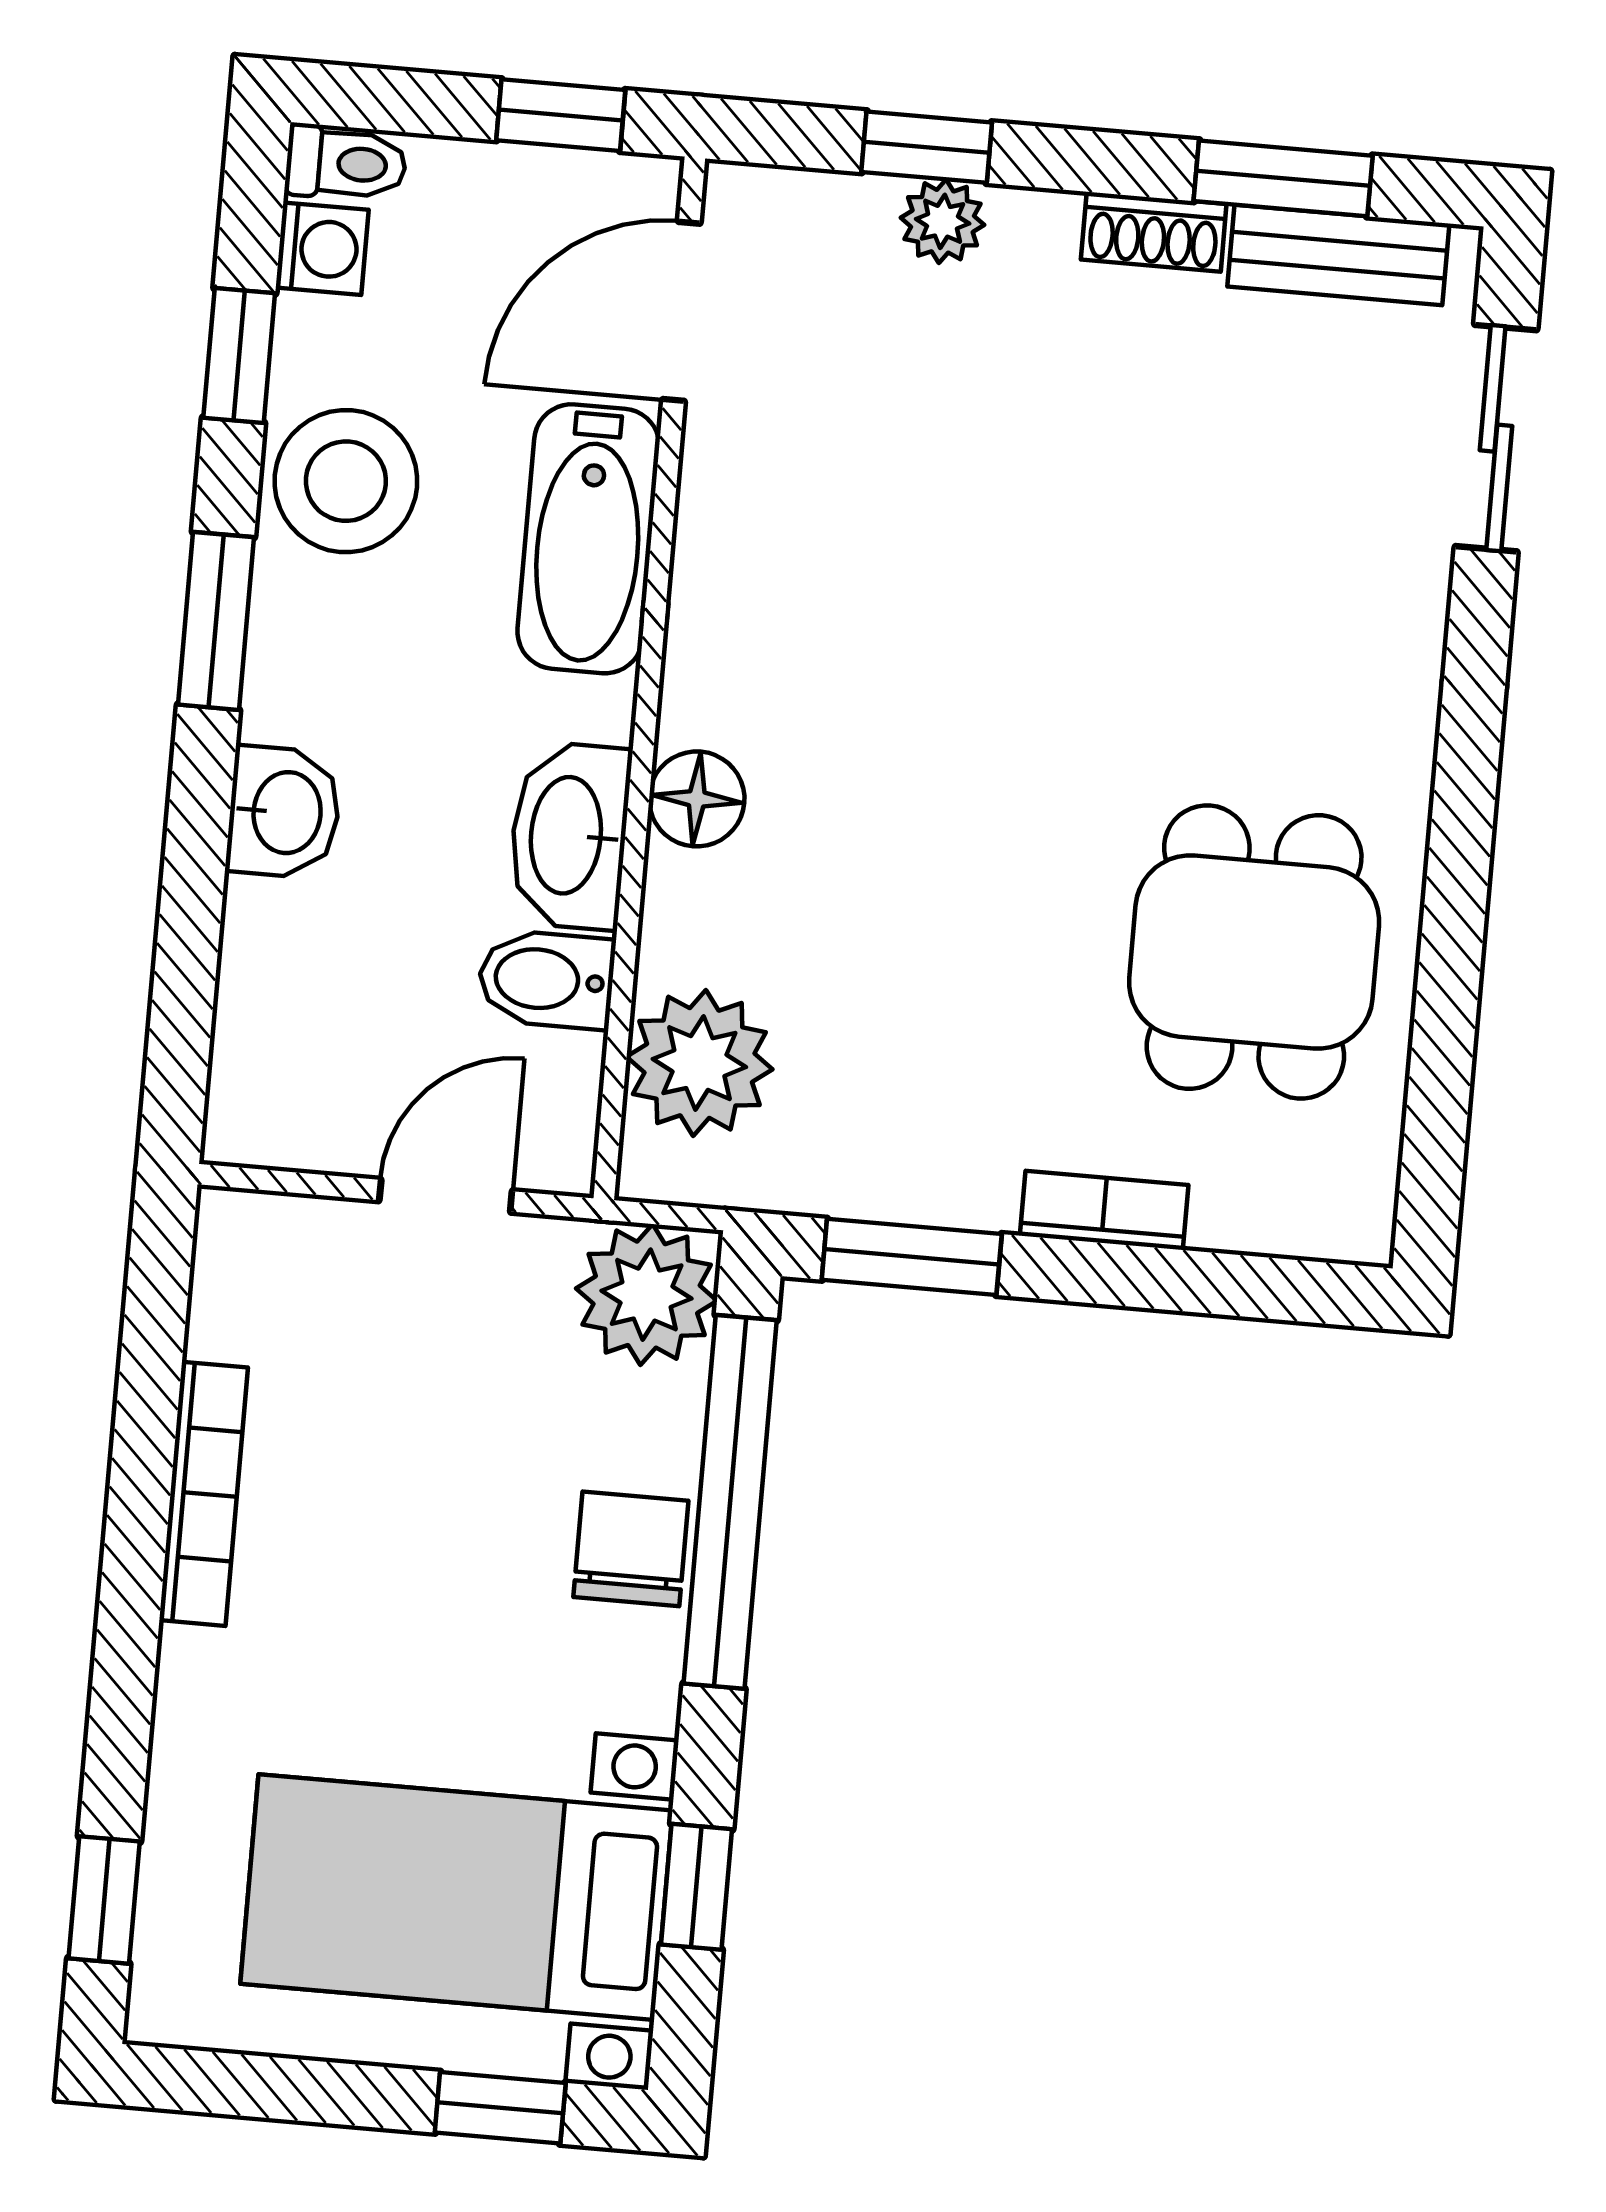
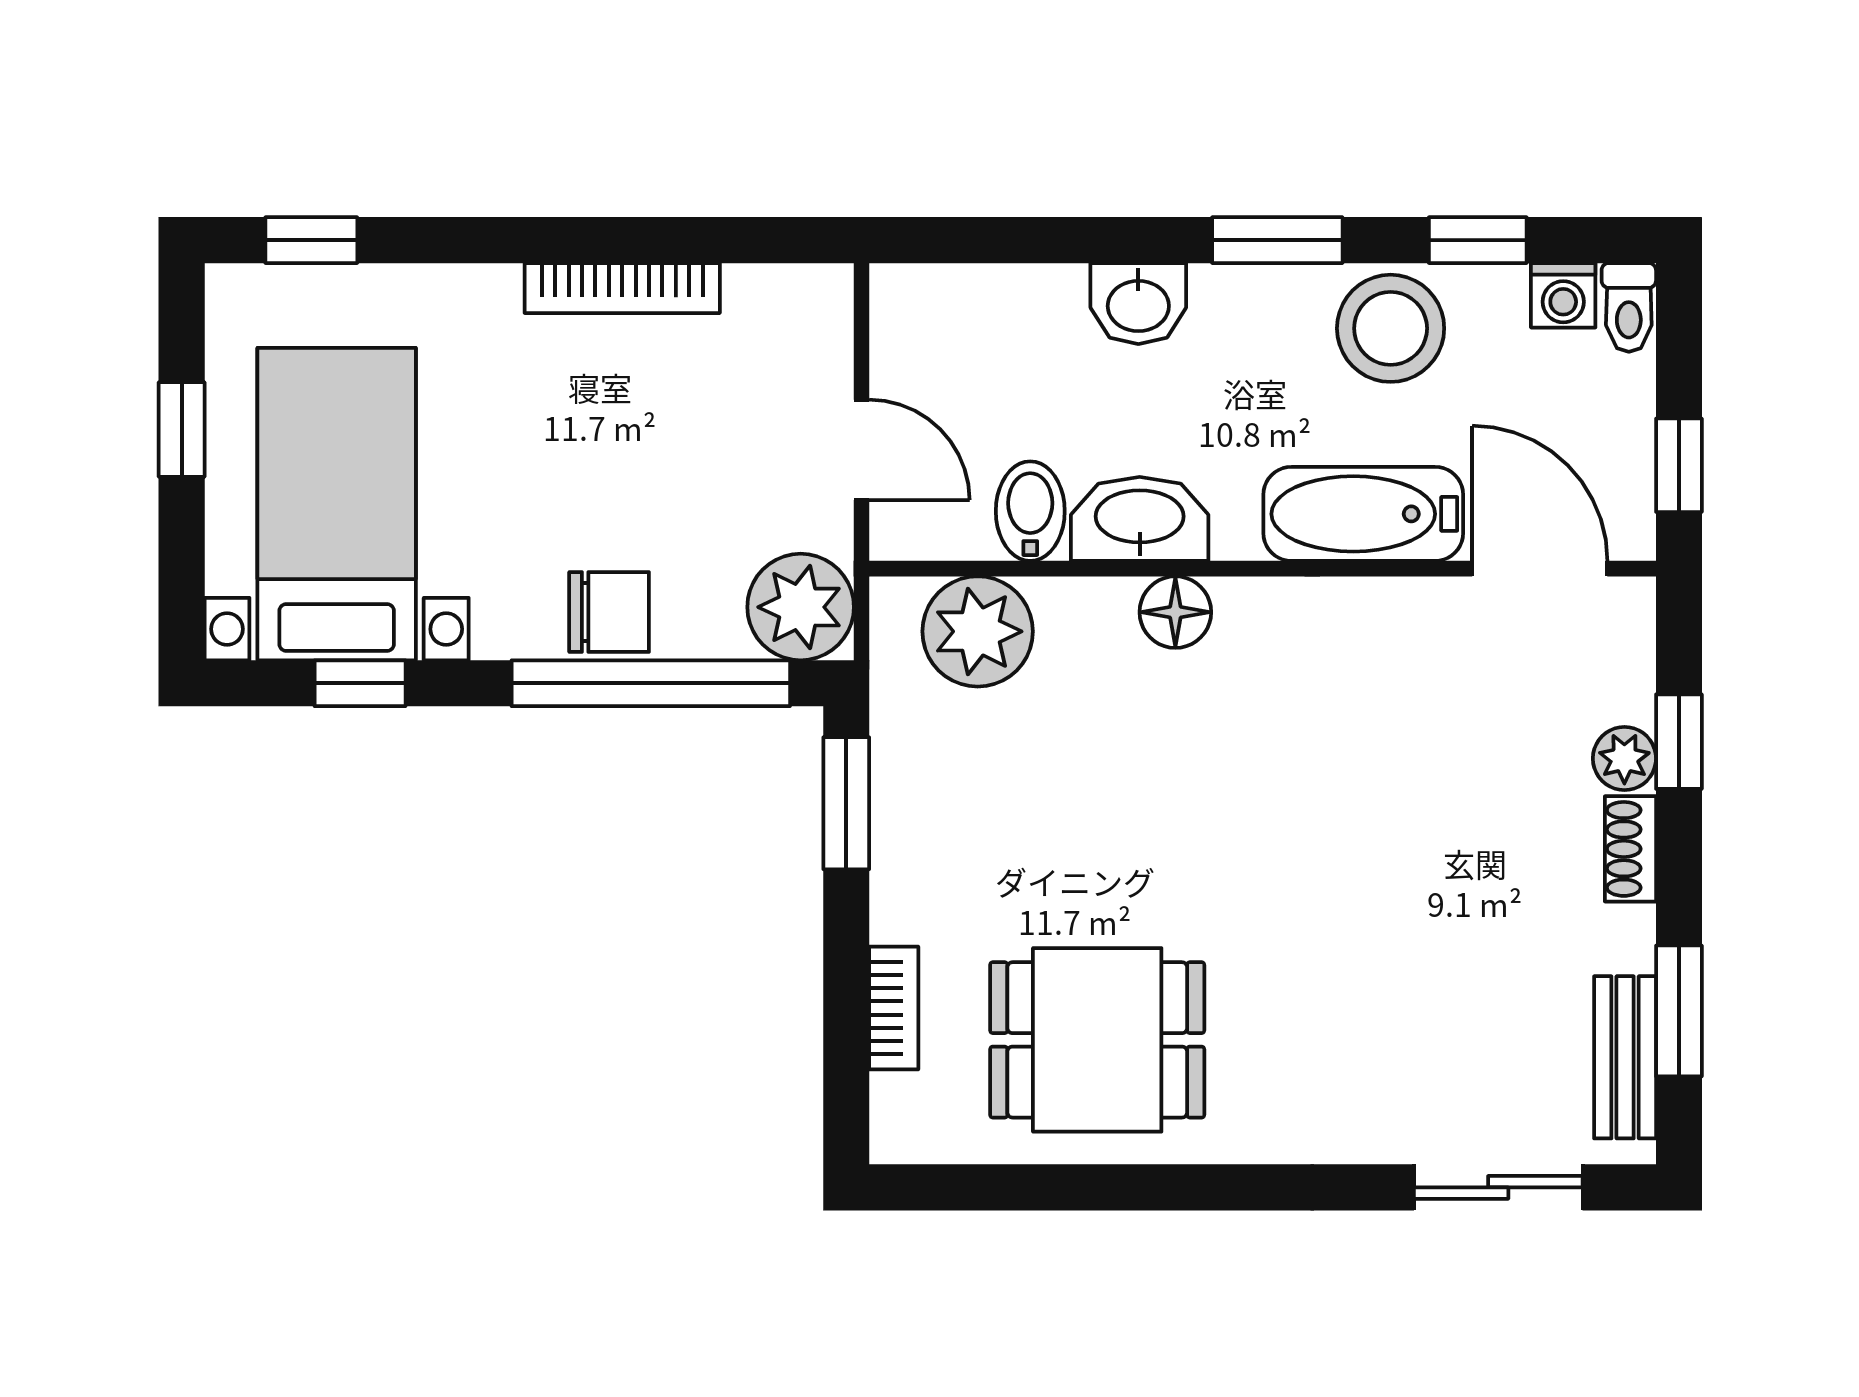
shoe rack: (1154, 232) -> (1630, 849), moved
bookcase: (1104, 1210) -> (894, 1008), moved
window: (500, 2108) -> (182, 430), moved

